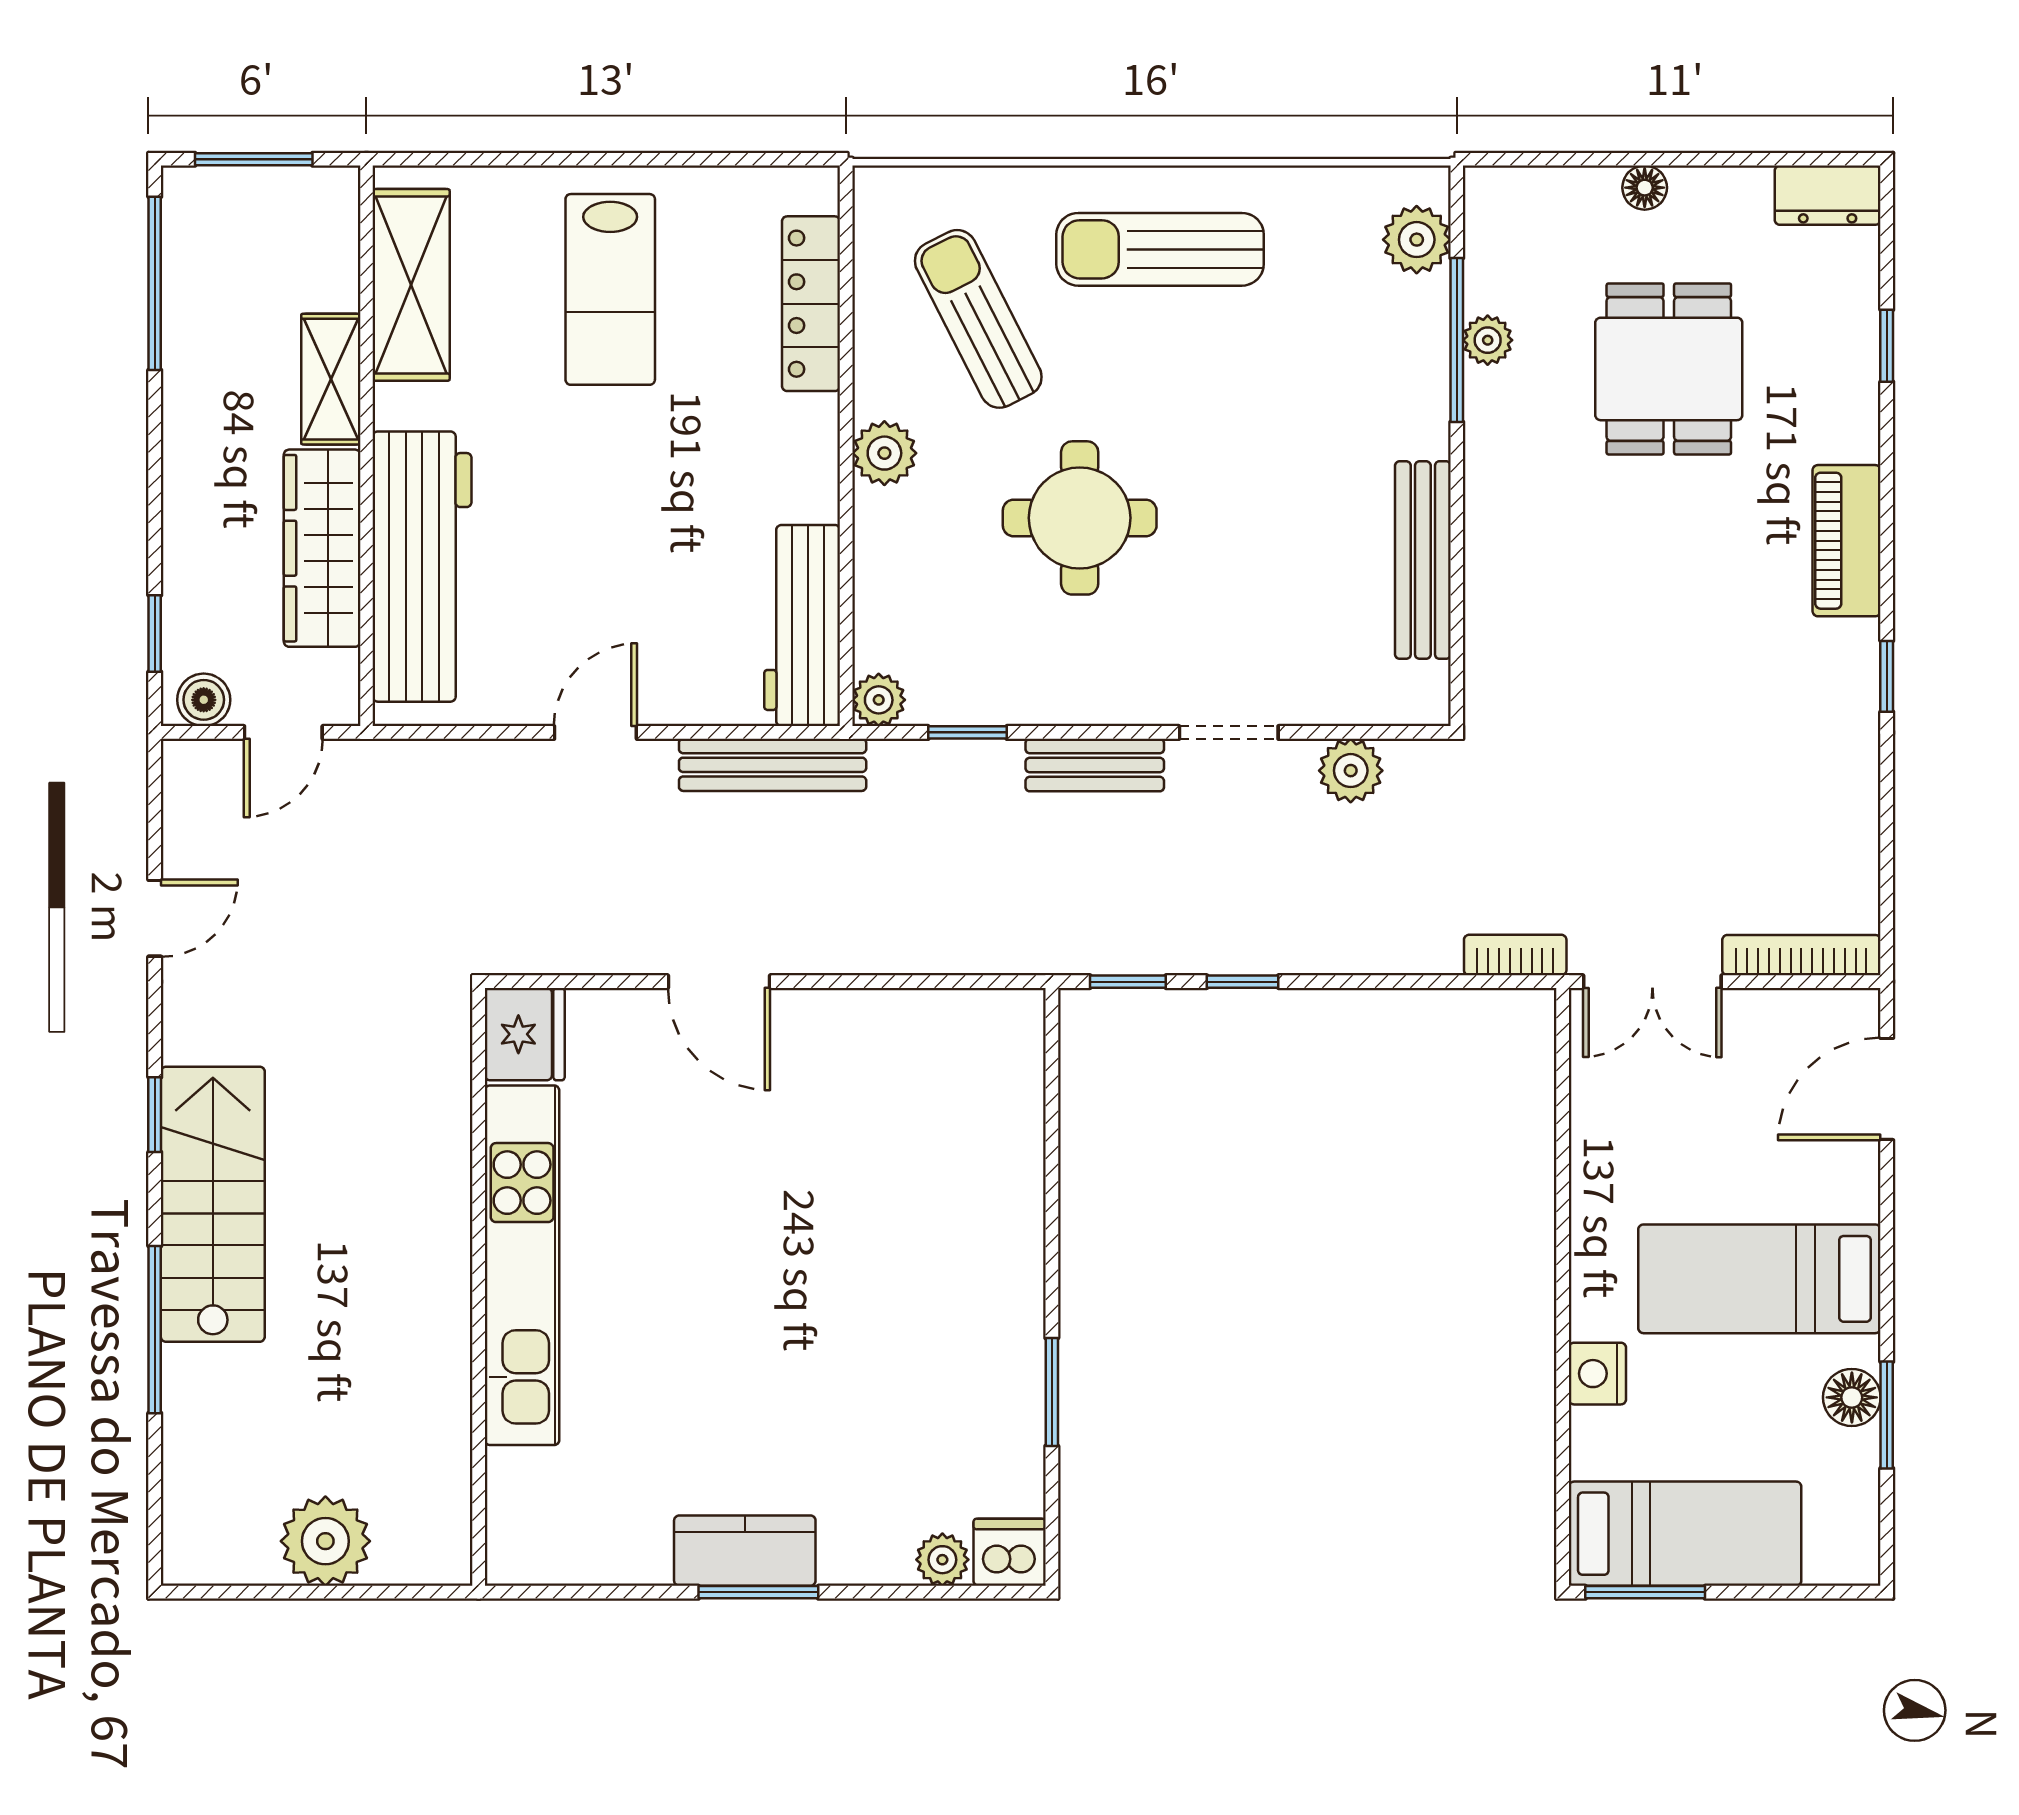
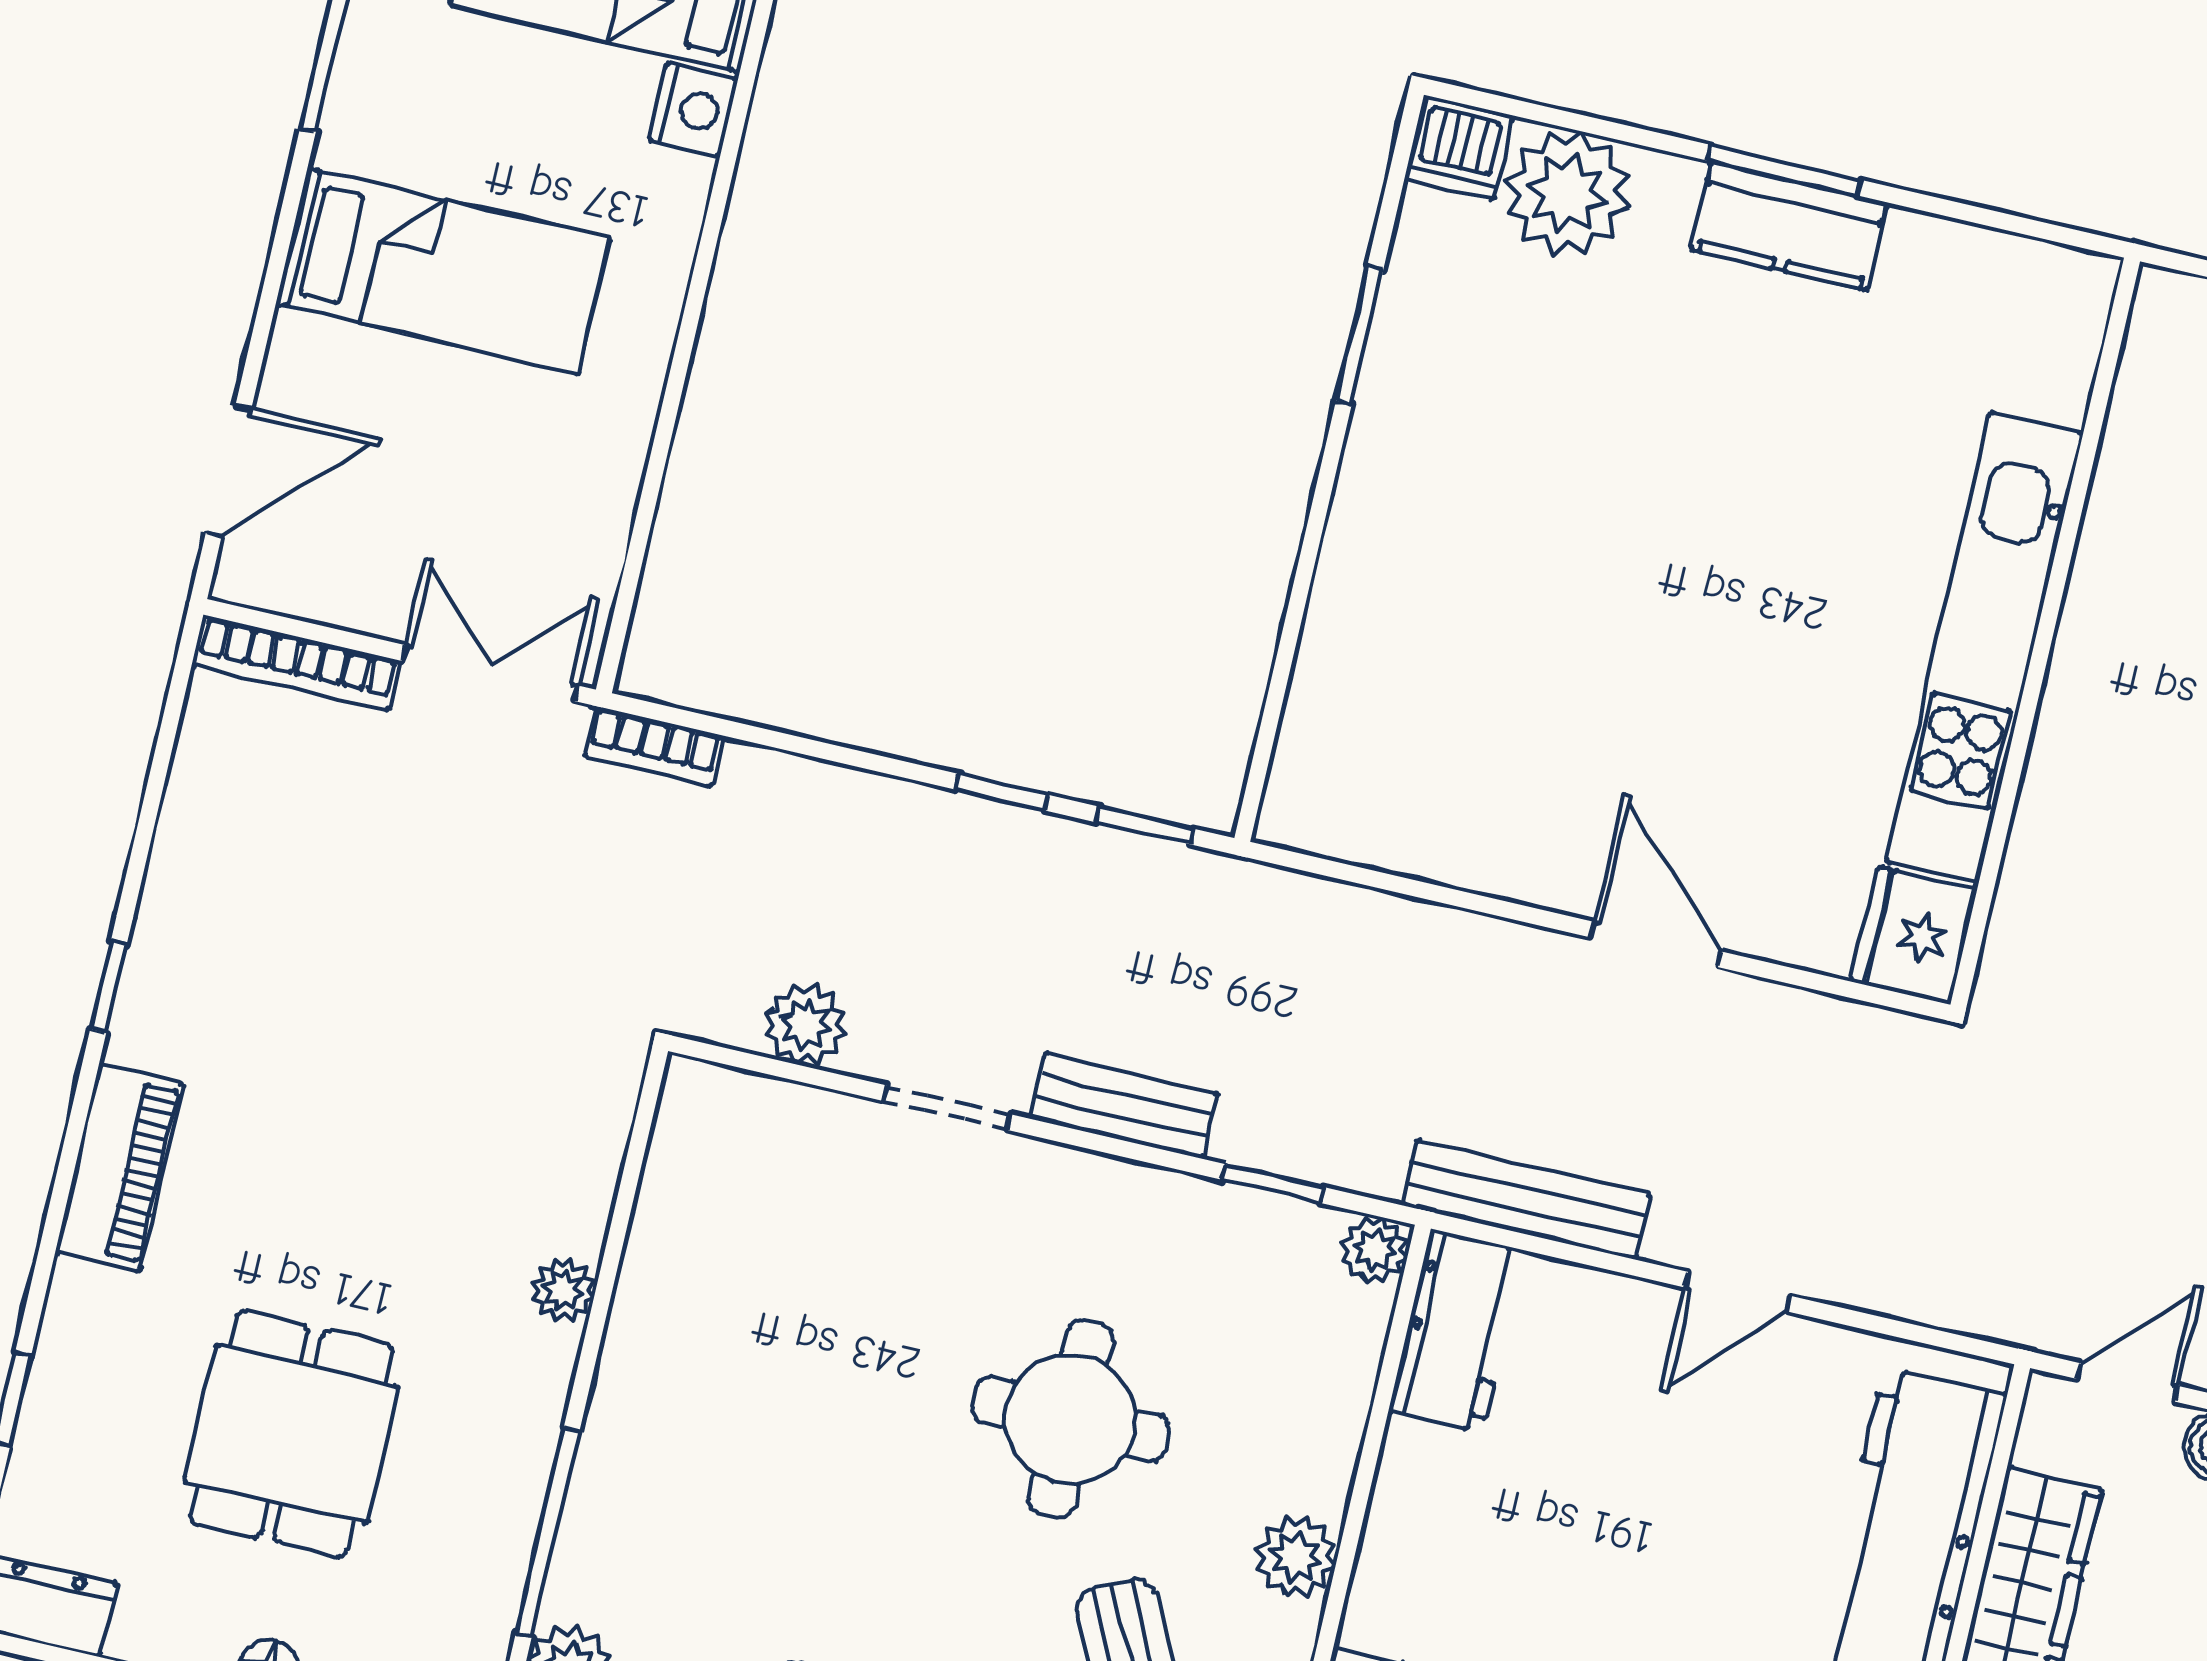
plant: (1488, 340) -> (563, 1290), moved
bench: (1423, 560) -> (654, 1267), removed
workbench: (802, 625) -> (1457, 1331), width x0.73
nightstand: (1597, 1374) -> (693, 110), moved
floor lamp: (1852, 1397) -> (362, 96), removed
plant: (942, 1560) -> (1567, 193), width x1.88, depth x1.88

